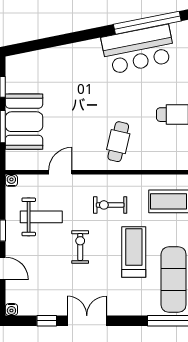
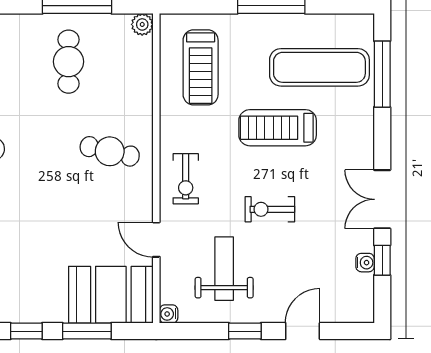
booth: (24, 122) -> (111, 295), moved
exercise bike: (110, 205) -> (186, 179), moved
water cooler: (11, 310) -> (365, 263), moved

